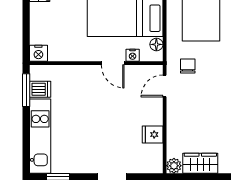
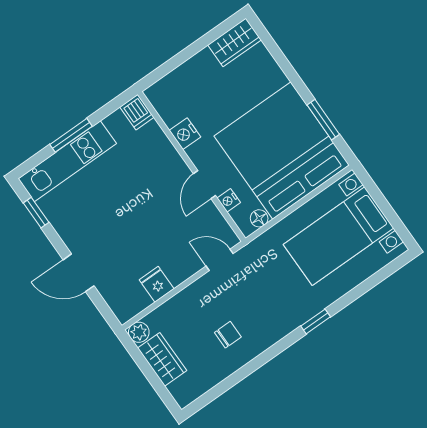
nightstand: (38, 53) -> (185, 134), moved
chair: (188, 66) -> (228, 335), moved
dishwasher: (40, 89) -> (137, 112), moved
window: (26, 90) -> (71, 135), moved

